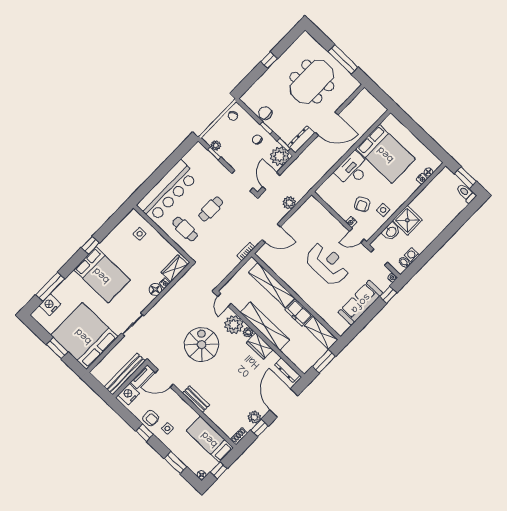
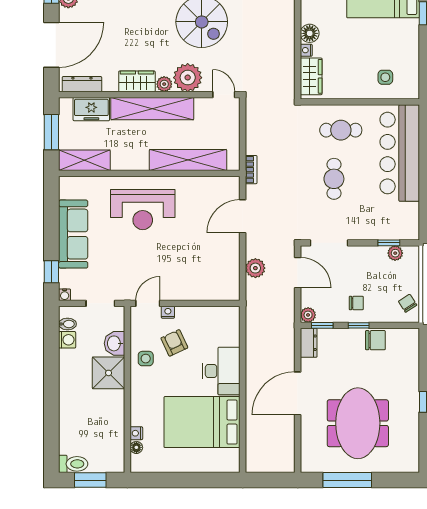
dresser: (301, 139) -> (309, 343), width x0.70
plant: (279, 156) -> (308, 315), width x0.53, depth x0.53
reception desk: (327, 264) -> (143, 210), moved
freezer: (299, 313) -> (91, 109), moved, turned 180
door: (284, 403) -> (51, 45), hinge flipped

